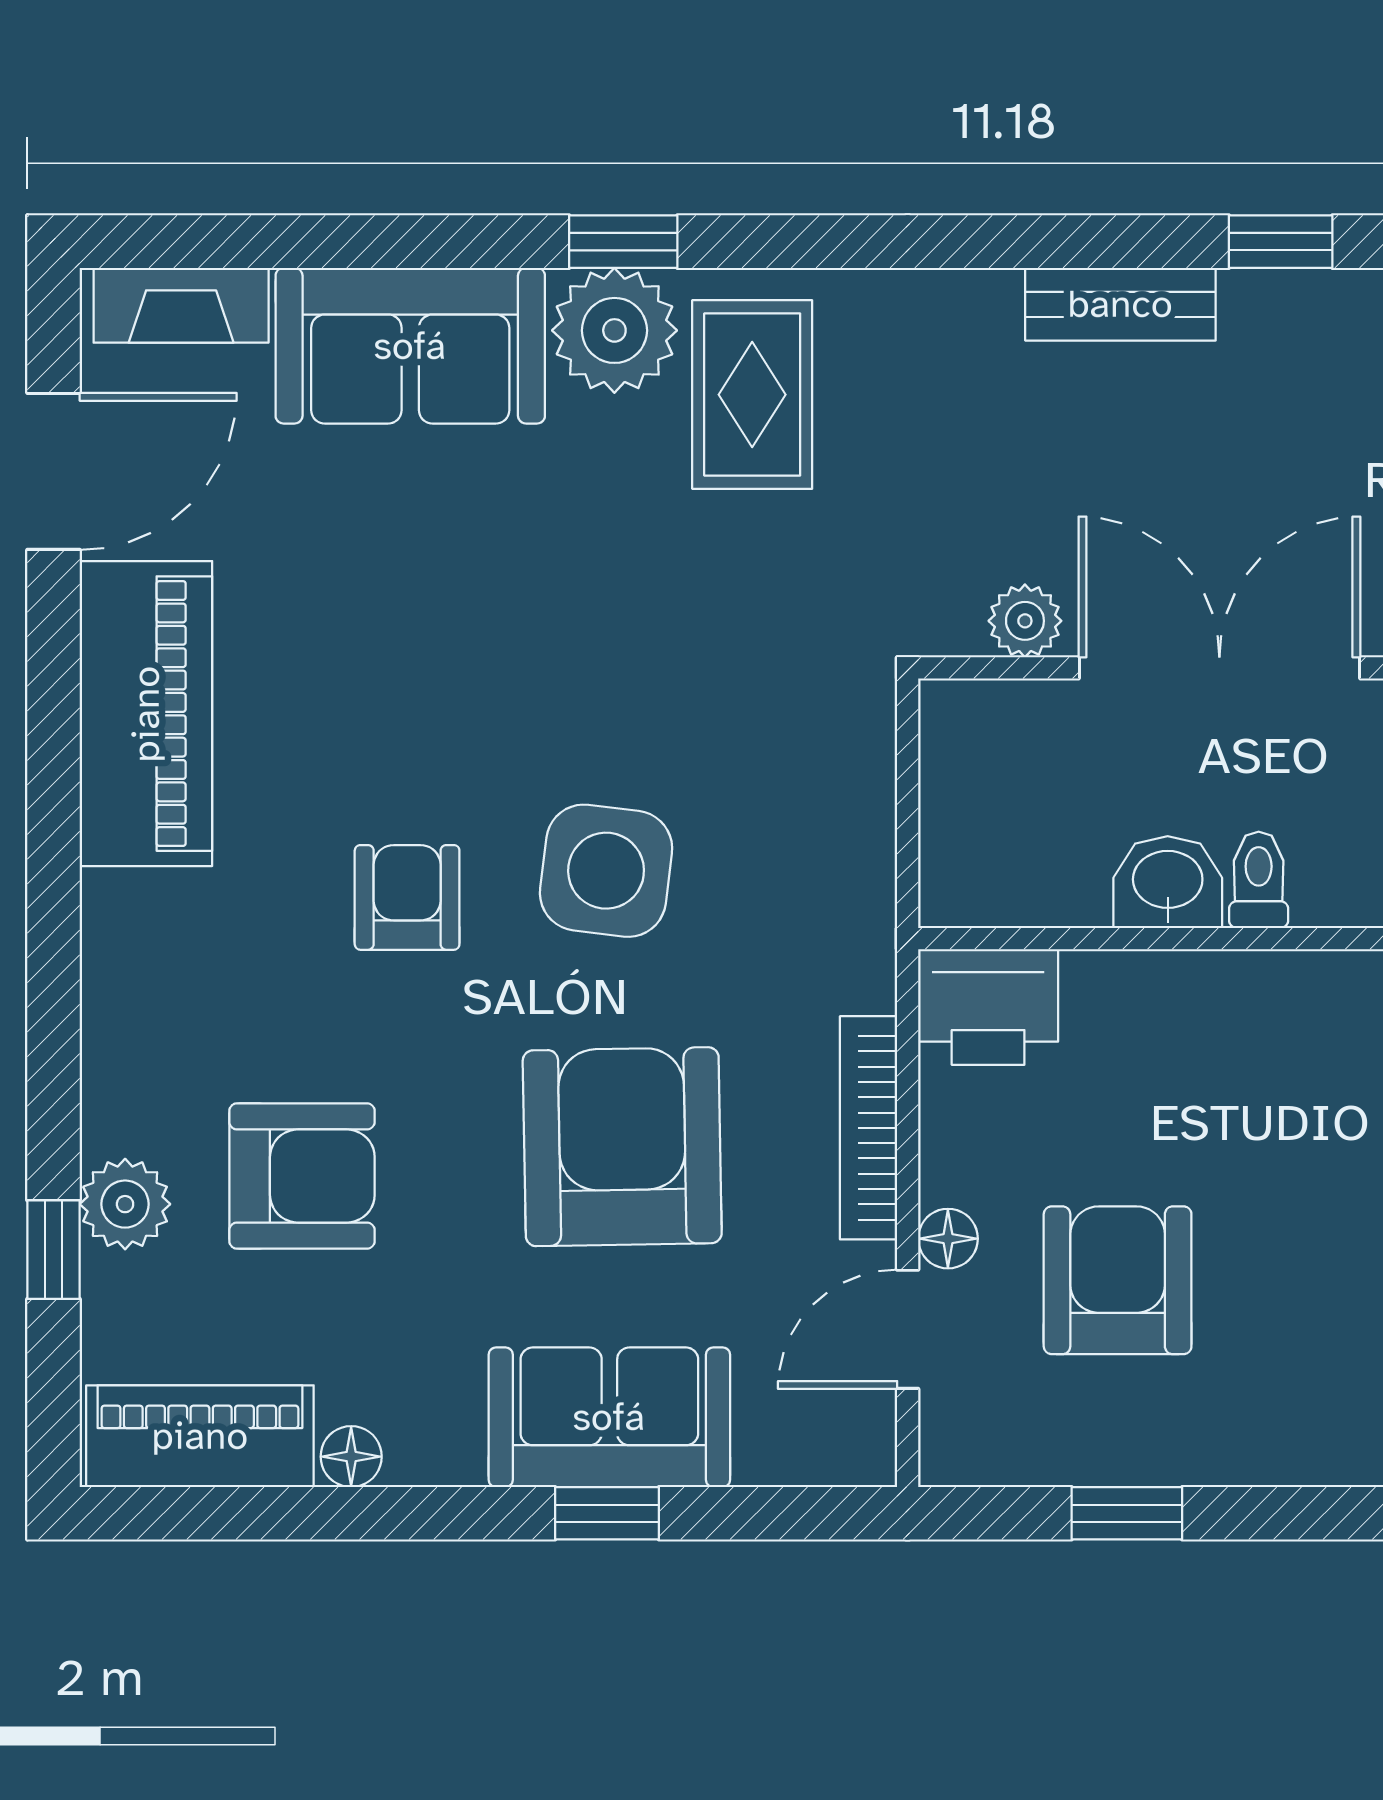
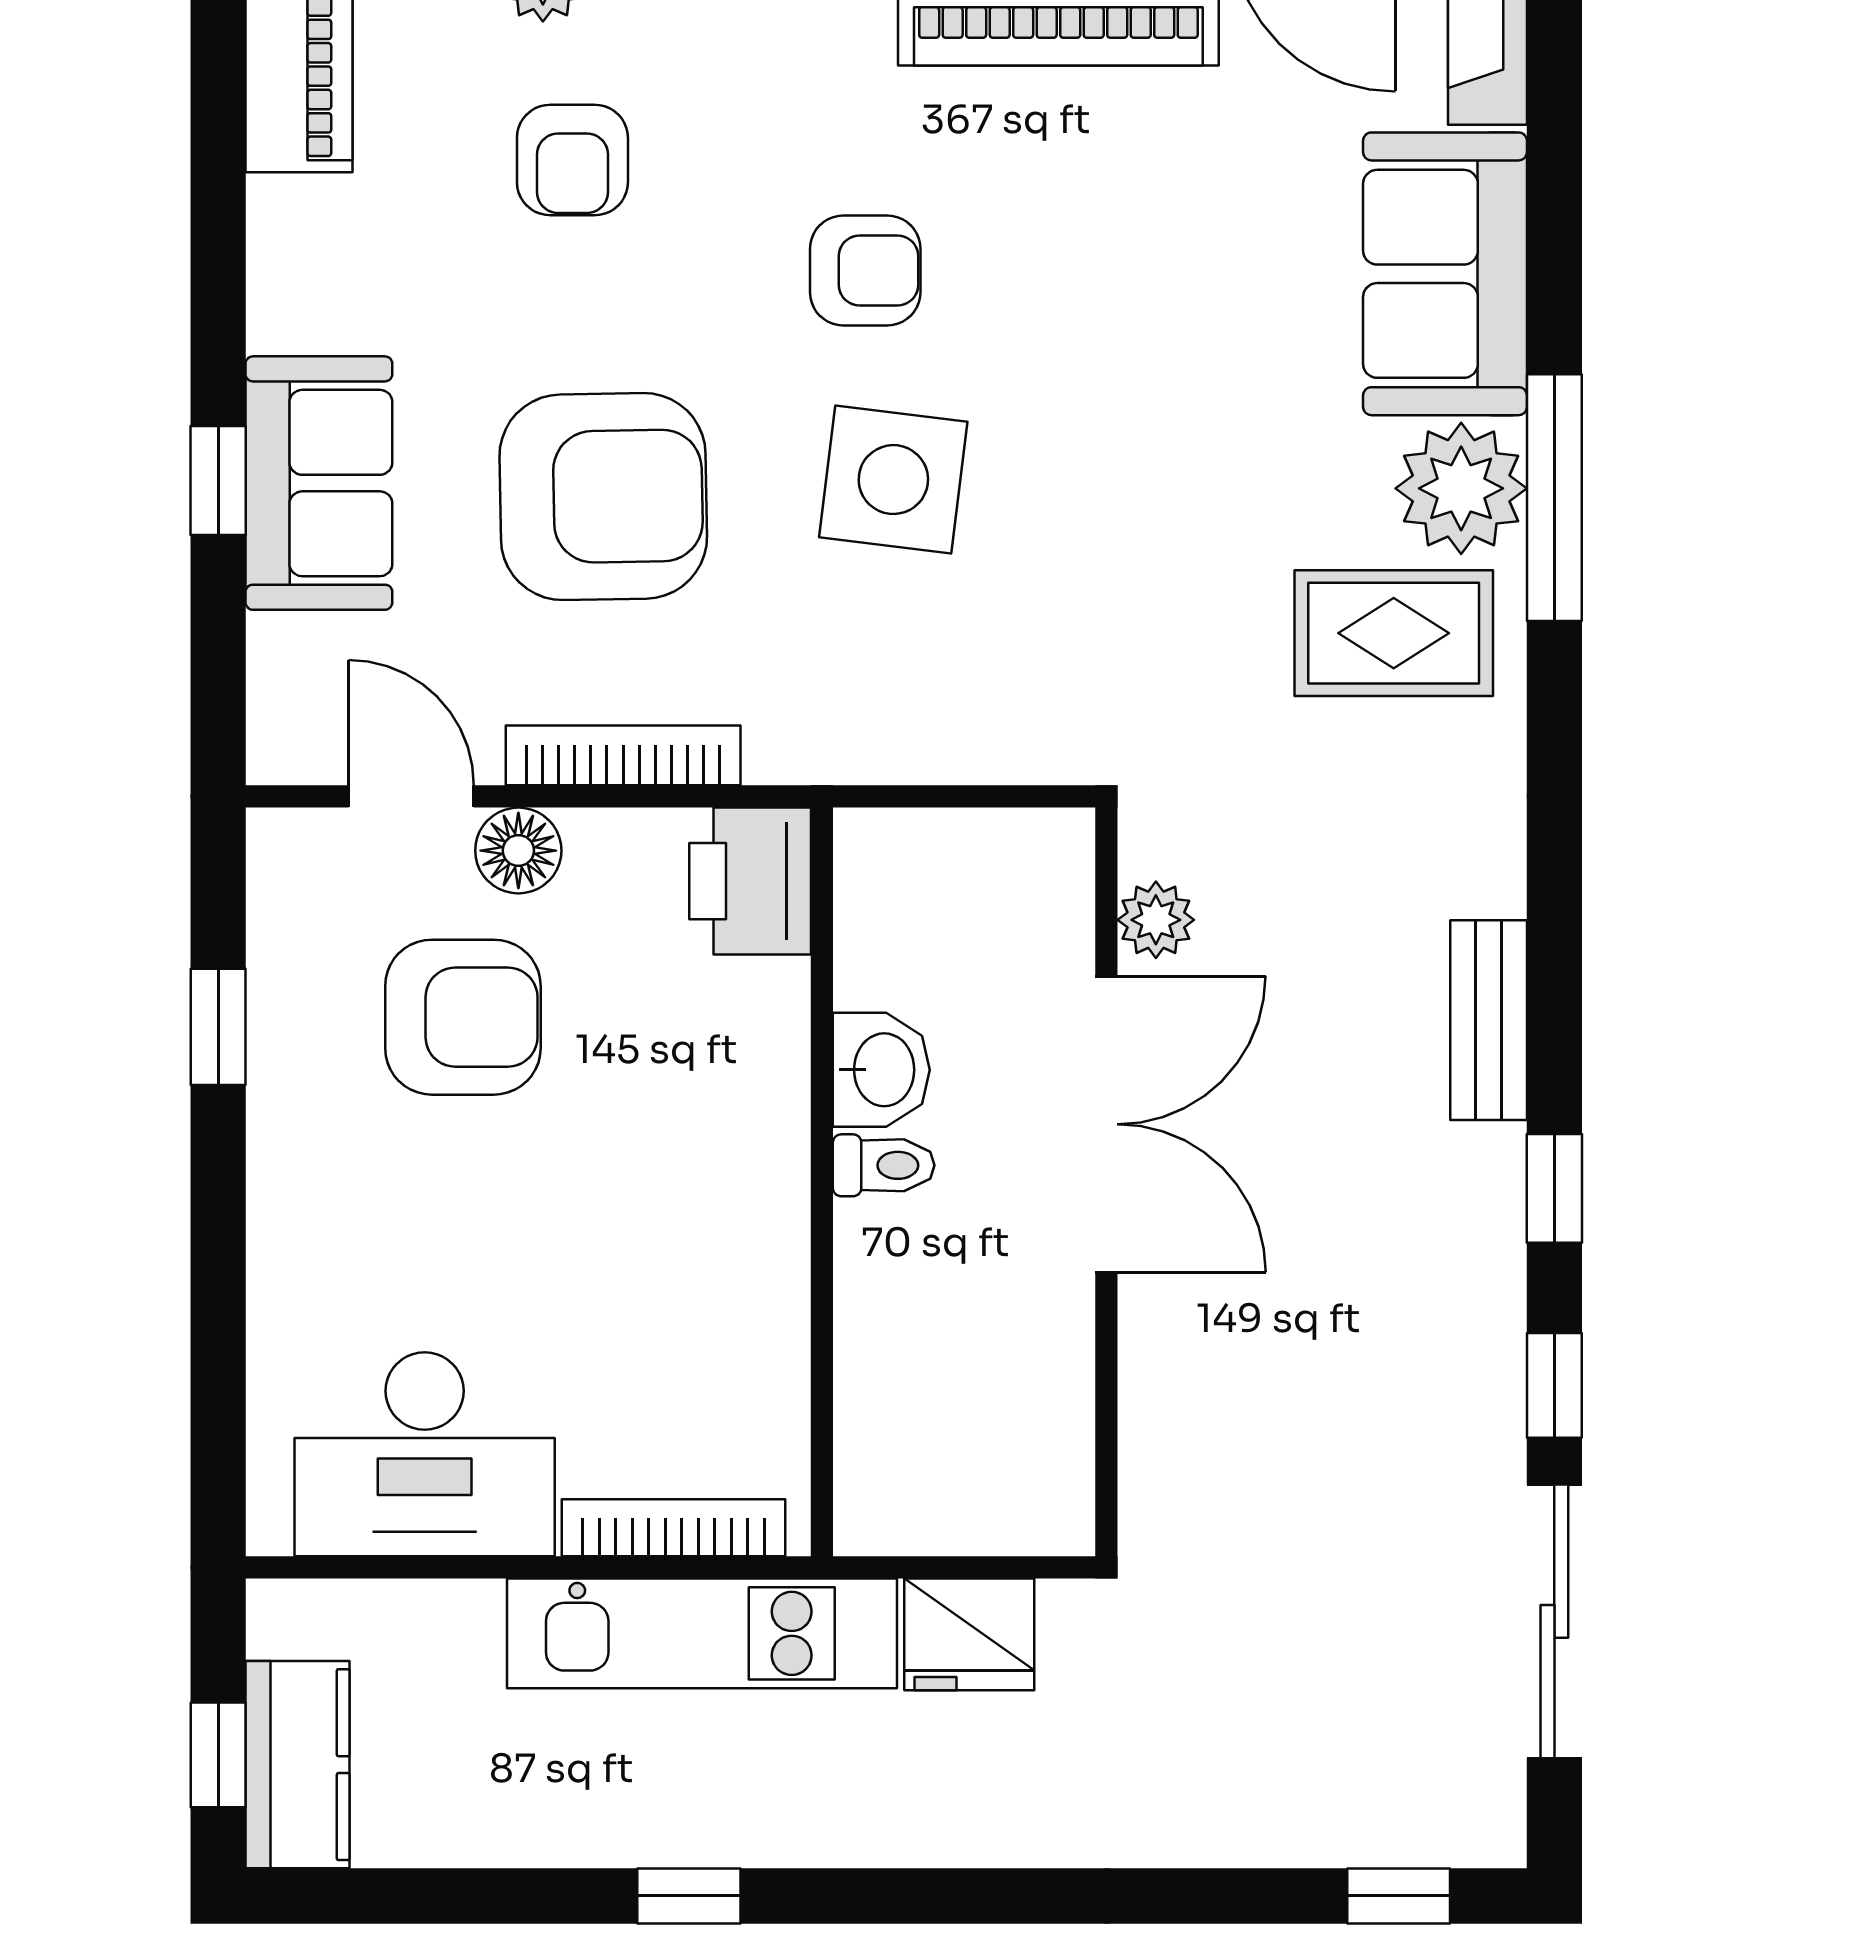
window: (623, 242) -> (1554, 498), width x2.17
armchair: (302, 1176) -> (572, 160), width x0.72, depth x0.72
floor lamp: (948, 1239) -> (518, 851), width x1.37, depth x1.37
floor lamp: (351, 1457) -> (278, 212), removed

